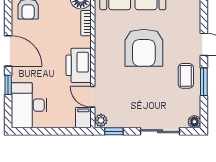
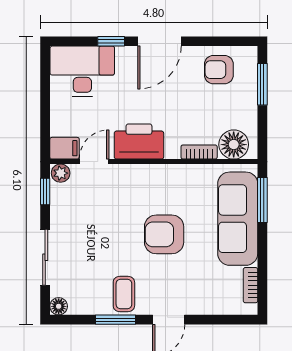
armchair: (144, 48) -> (164, 234), width x0.73, depth x0.73
coffee table: (186, 76) -> (124, 294), turned 90

